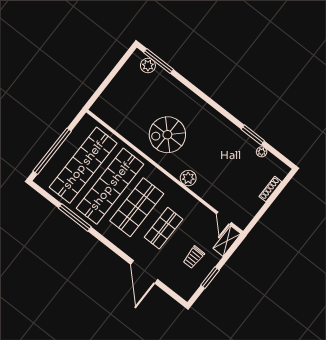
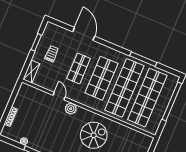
door: (224, 218) -> (59, 96), moved

